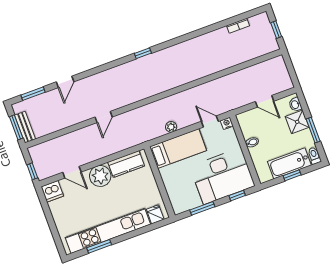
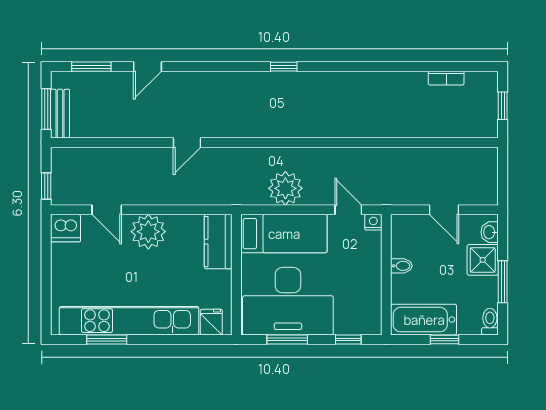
plant: (171, 127) -> (285, 188), width x1.87, depth x1.87
bathtub: (289, 163) -> (424, 320), moved
kitchen counter: (126, 164) -> (218, 242), moved, turned 90
desk: (222, 176) -> (288, 301), moved

